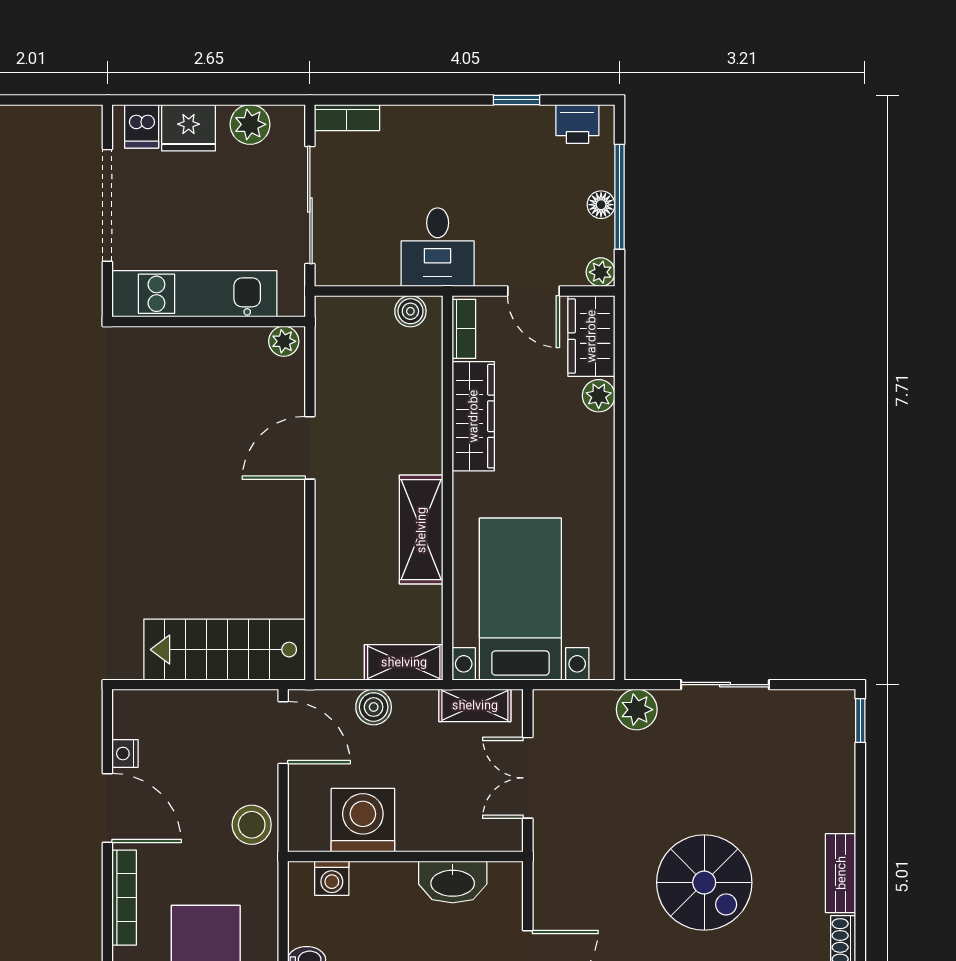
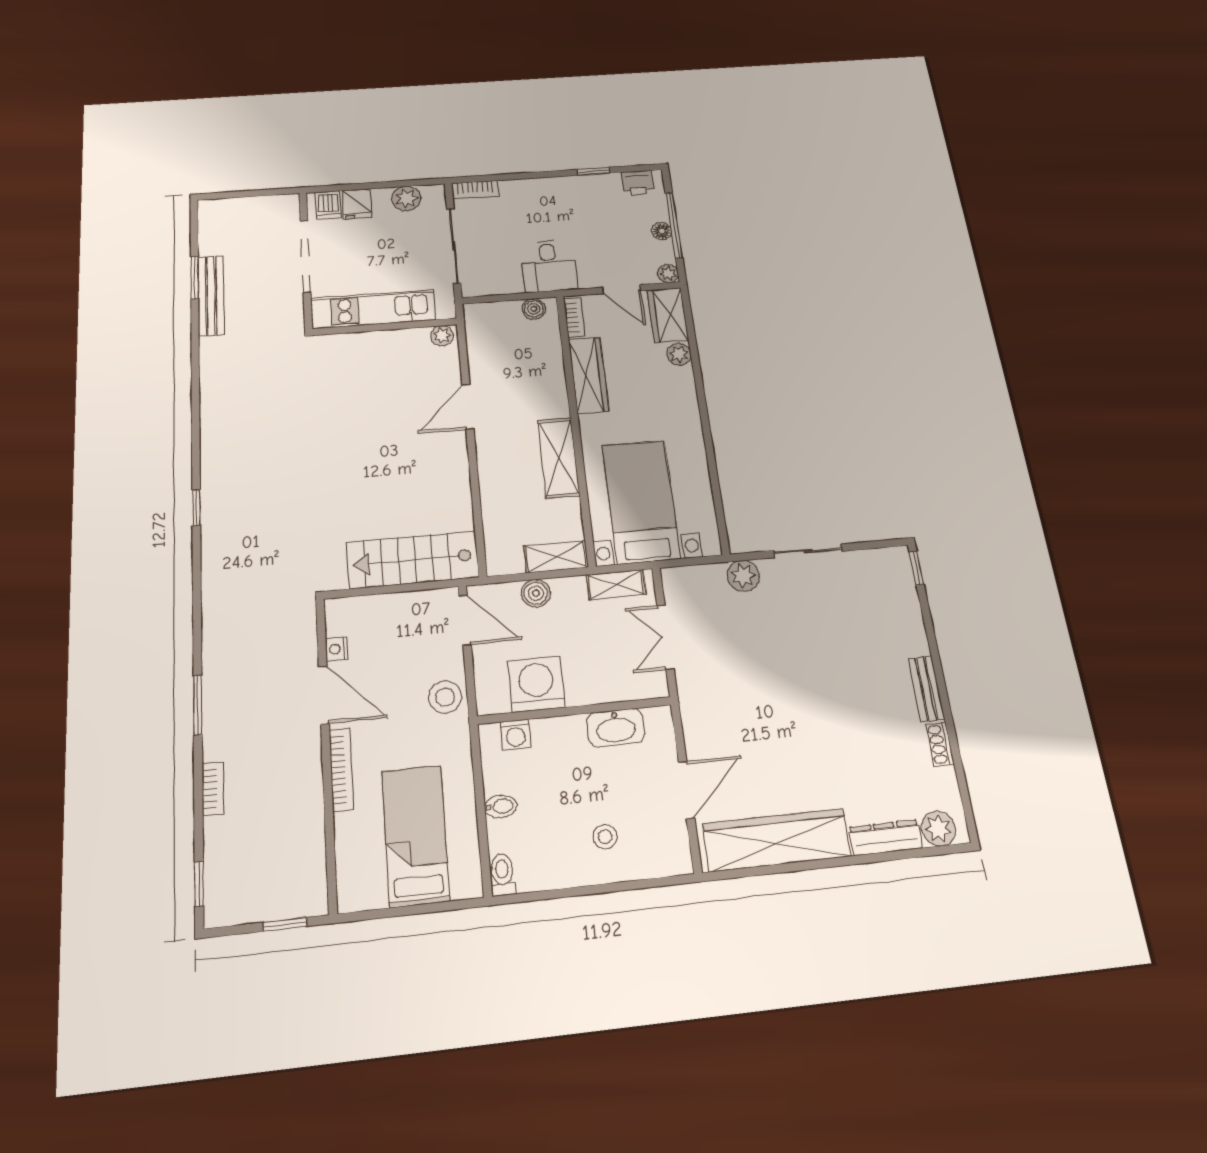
fridge: (189, 128) -> (357, 204), width x0.72
spiral stairs: (704, 883) -> (820, 707), removed

